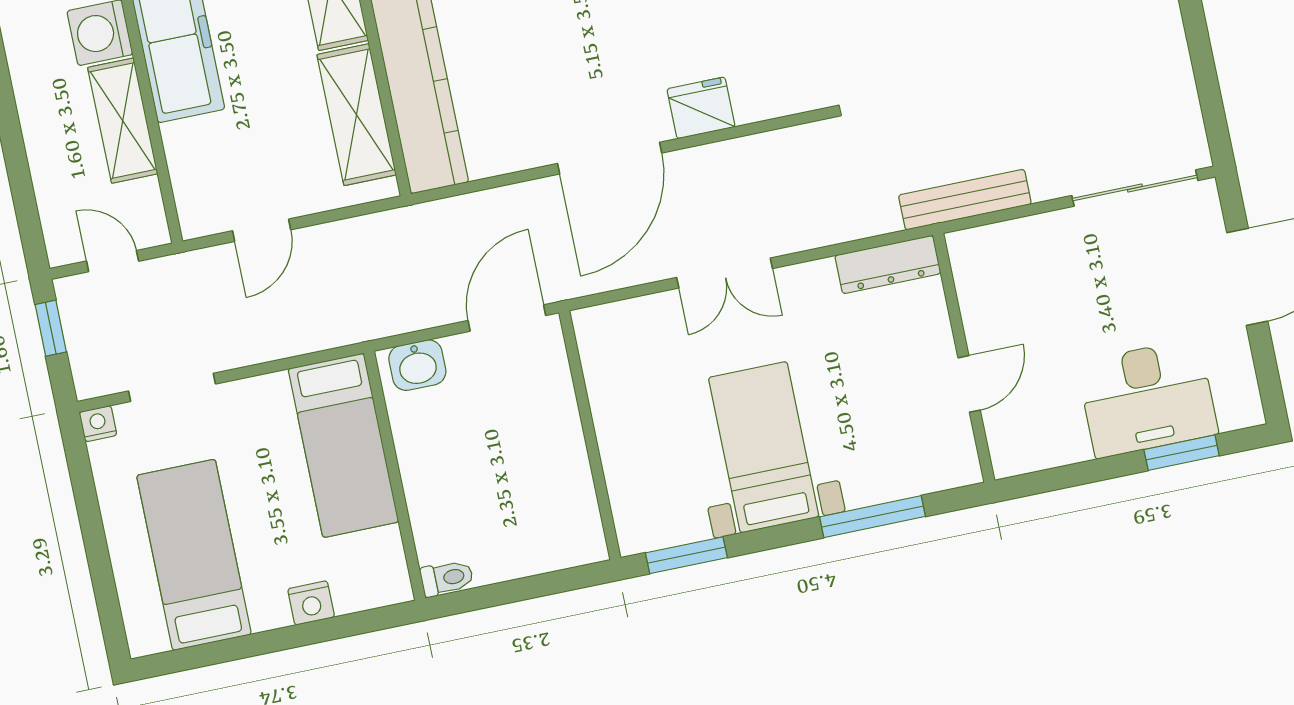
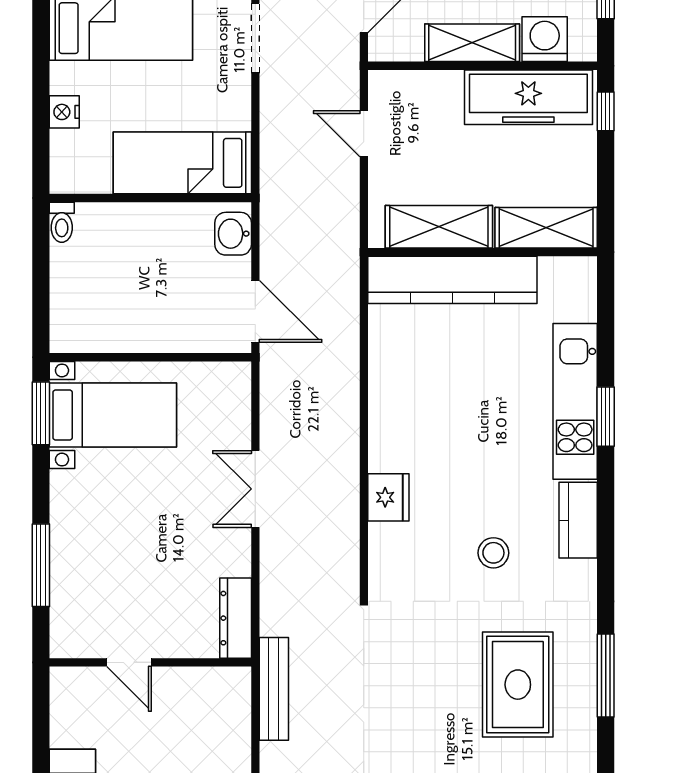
door: (610, 158) -> (364, 418), removed
bed with nightstands: (764, 447) -> (113, 415), moved

